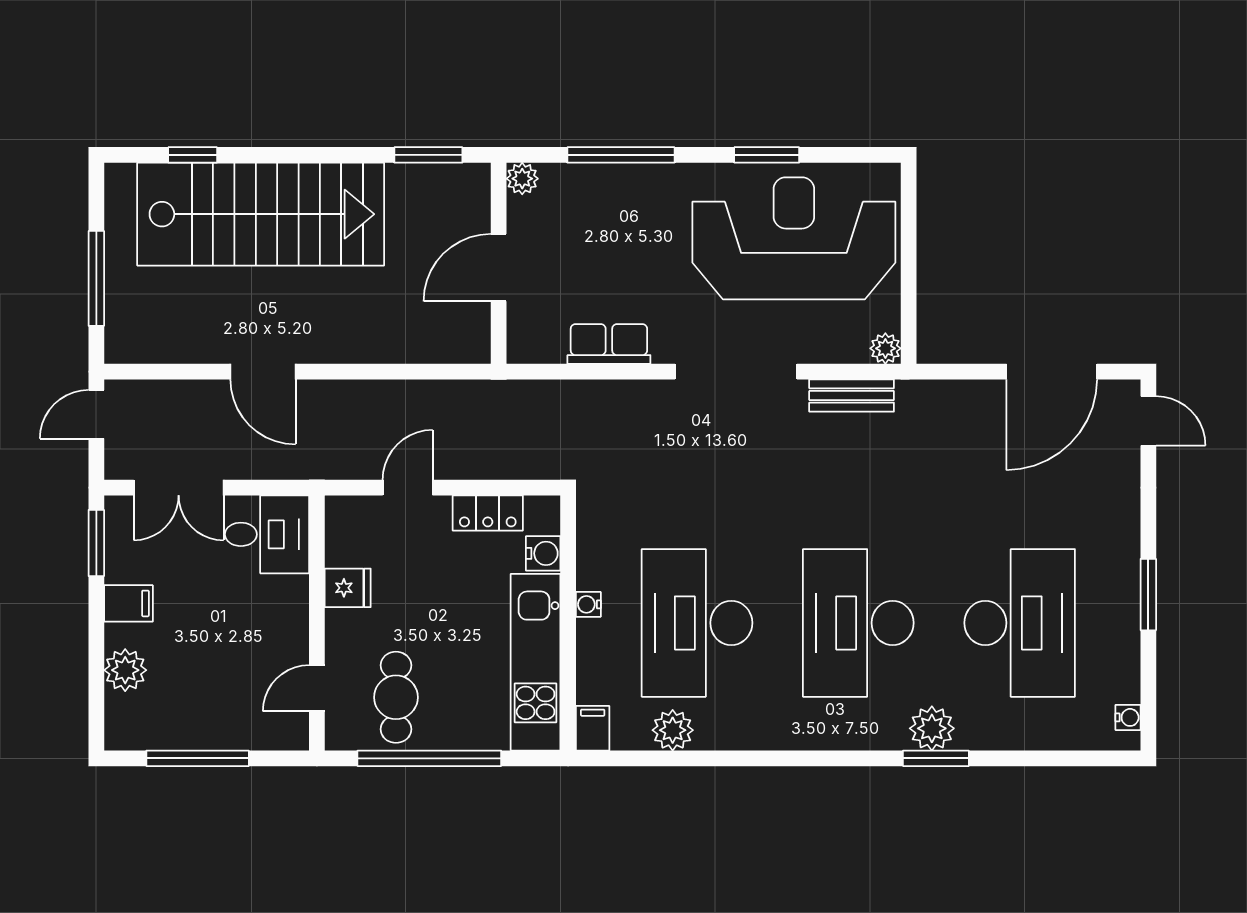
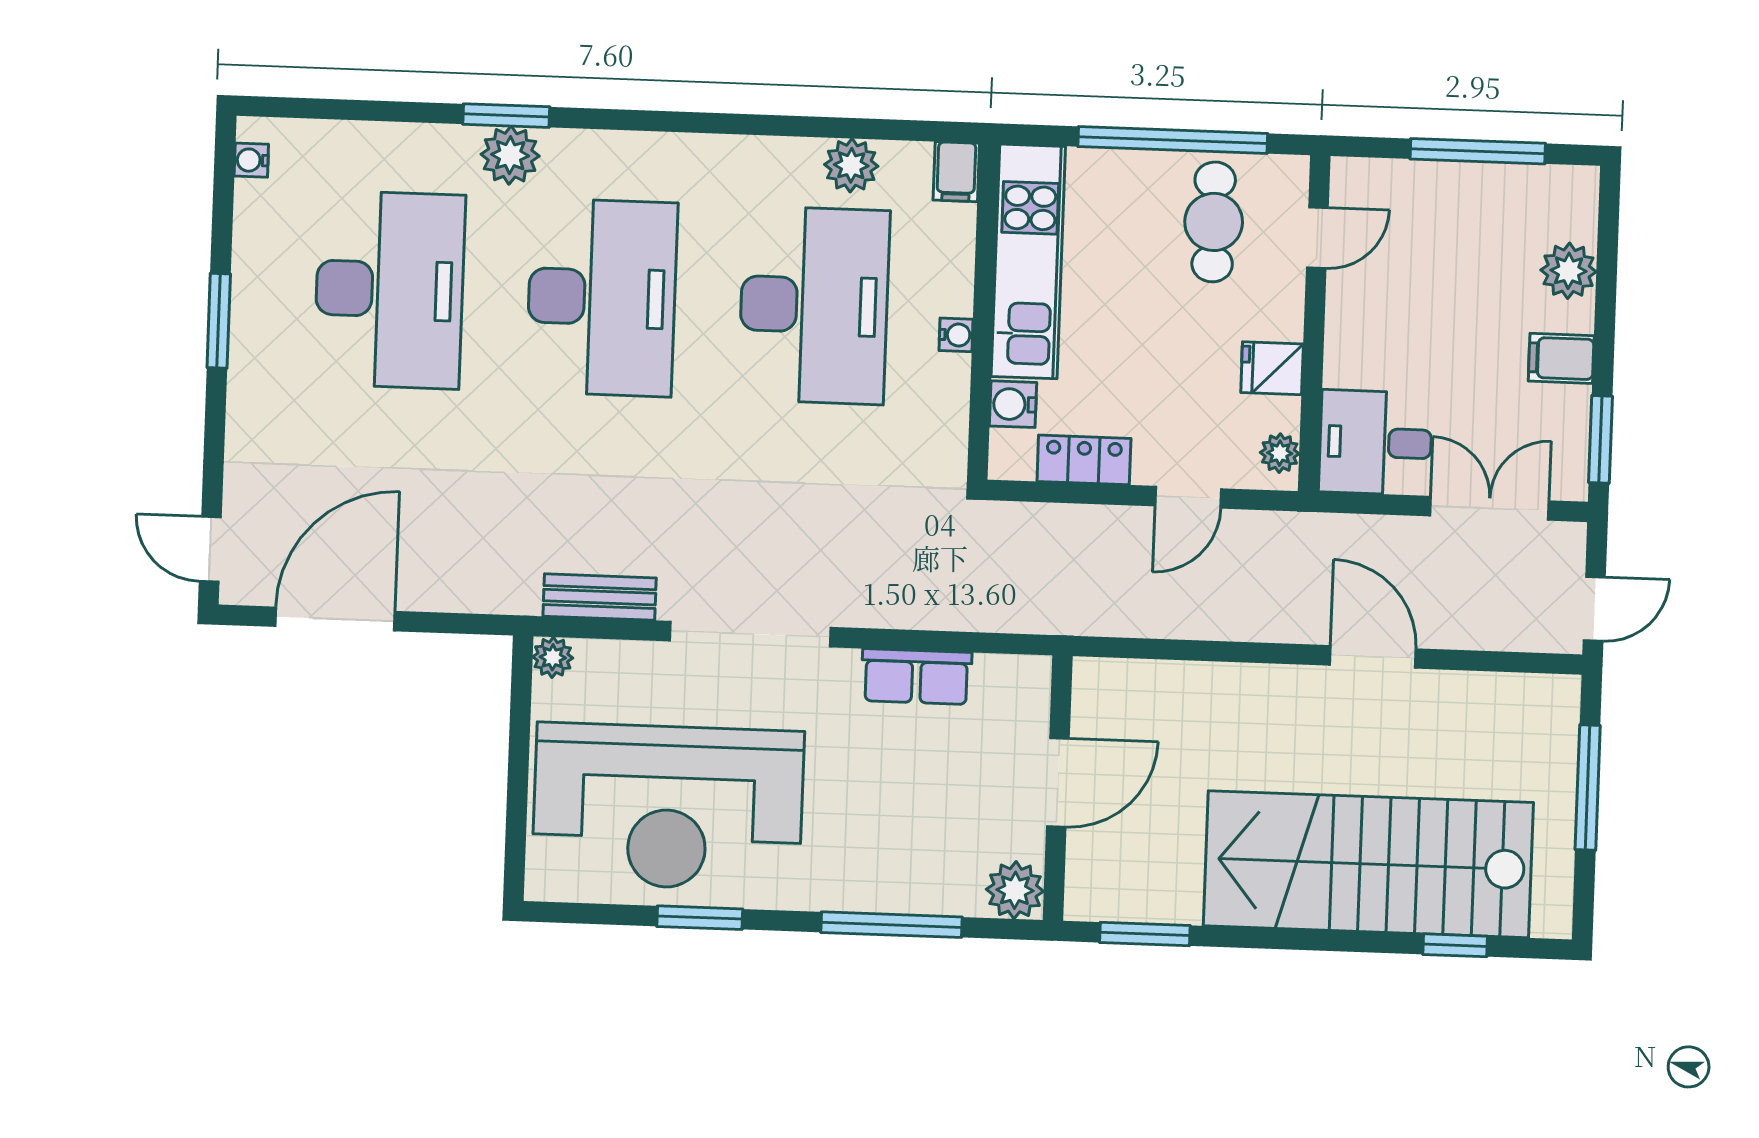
plant: (522, 179) -> (1015, 890), width x1.38, depth x1.38
plant: (339, 524) -> (1280, 453), added
desk: (1020, 623) -> (390, 290), turned 180

